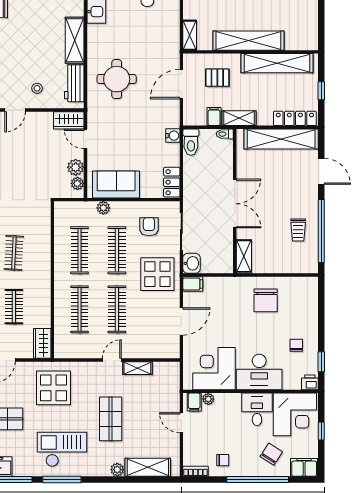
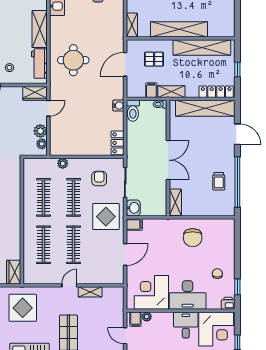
door: (85, 139) -> (48, 108), swing flipped
sofa: (116, 184) -> (73, 145), removed

